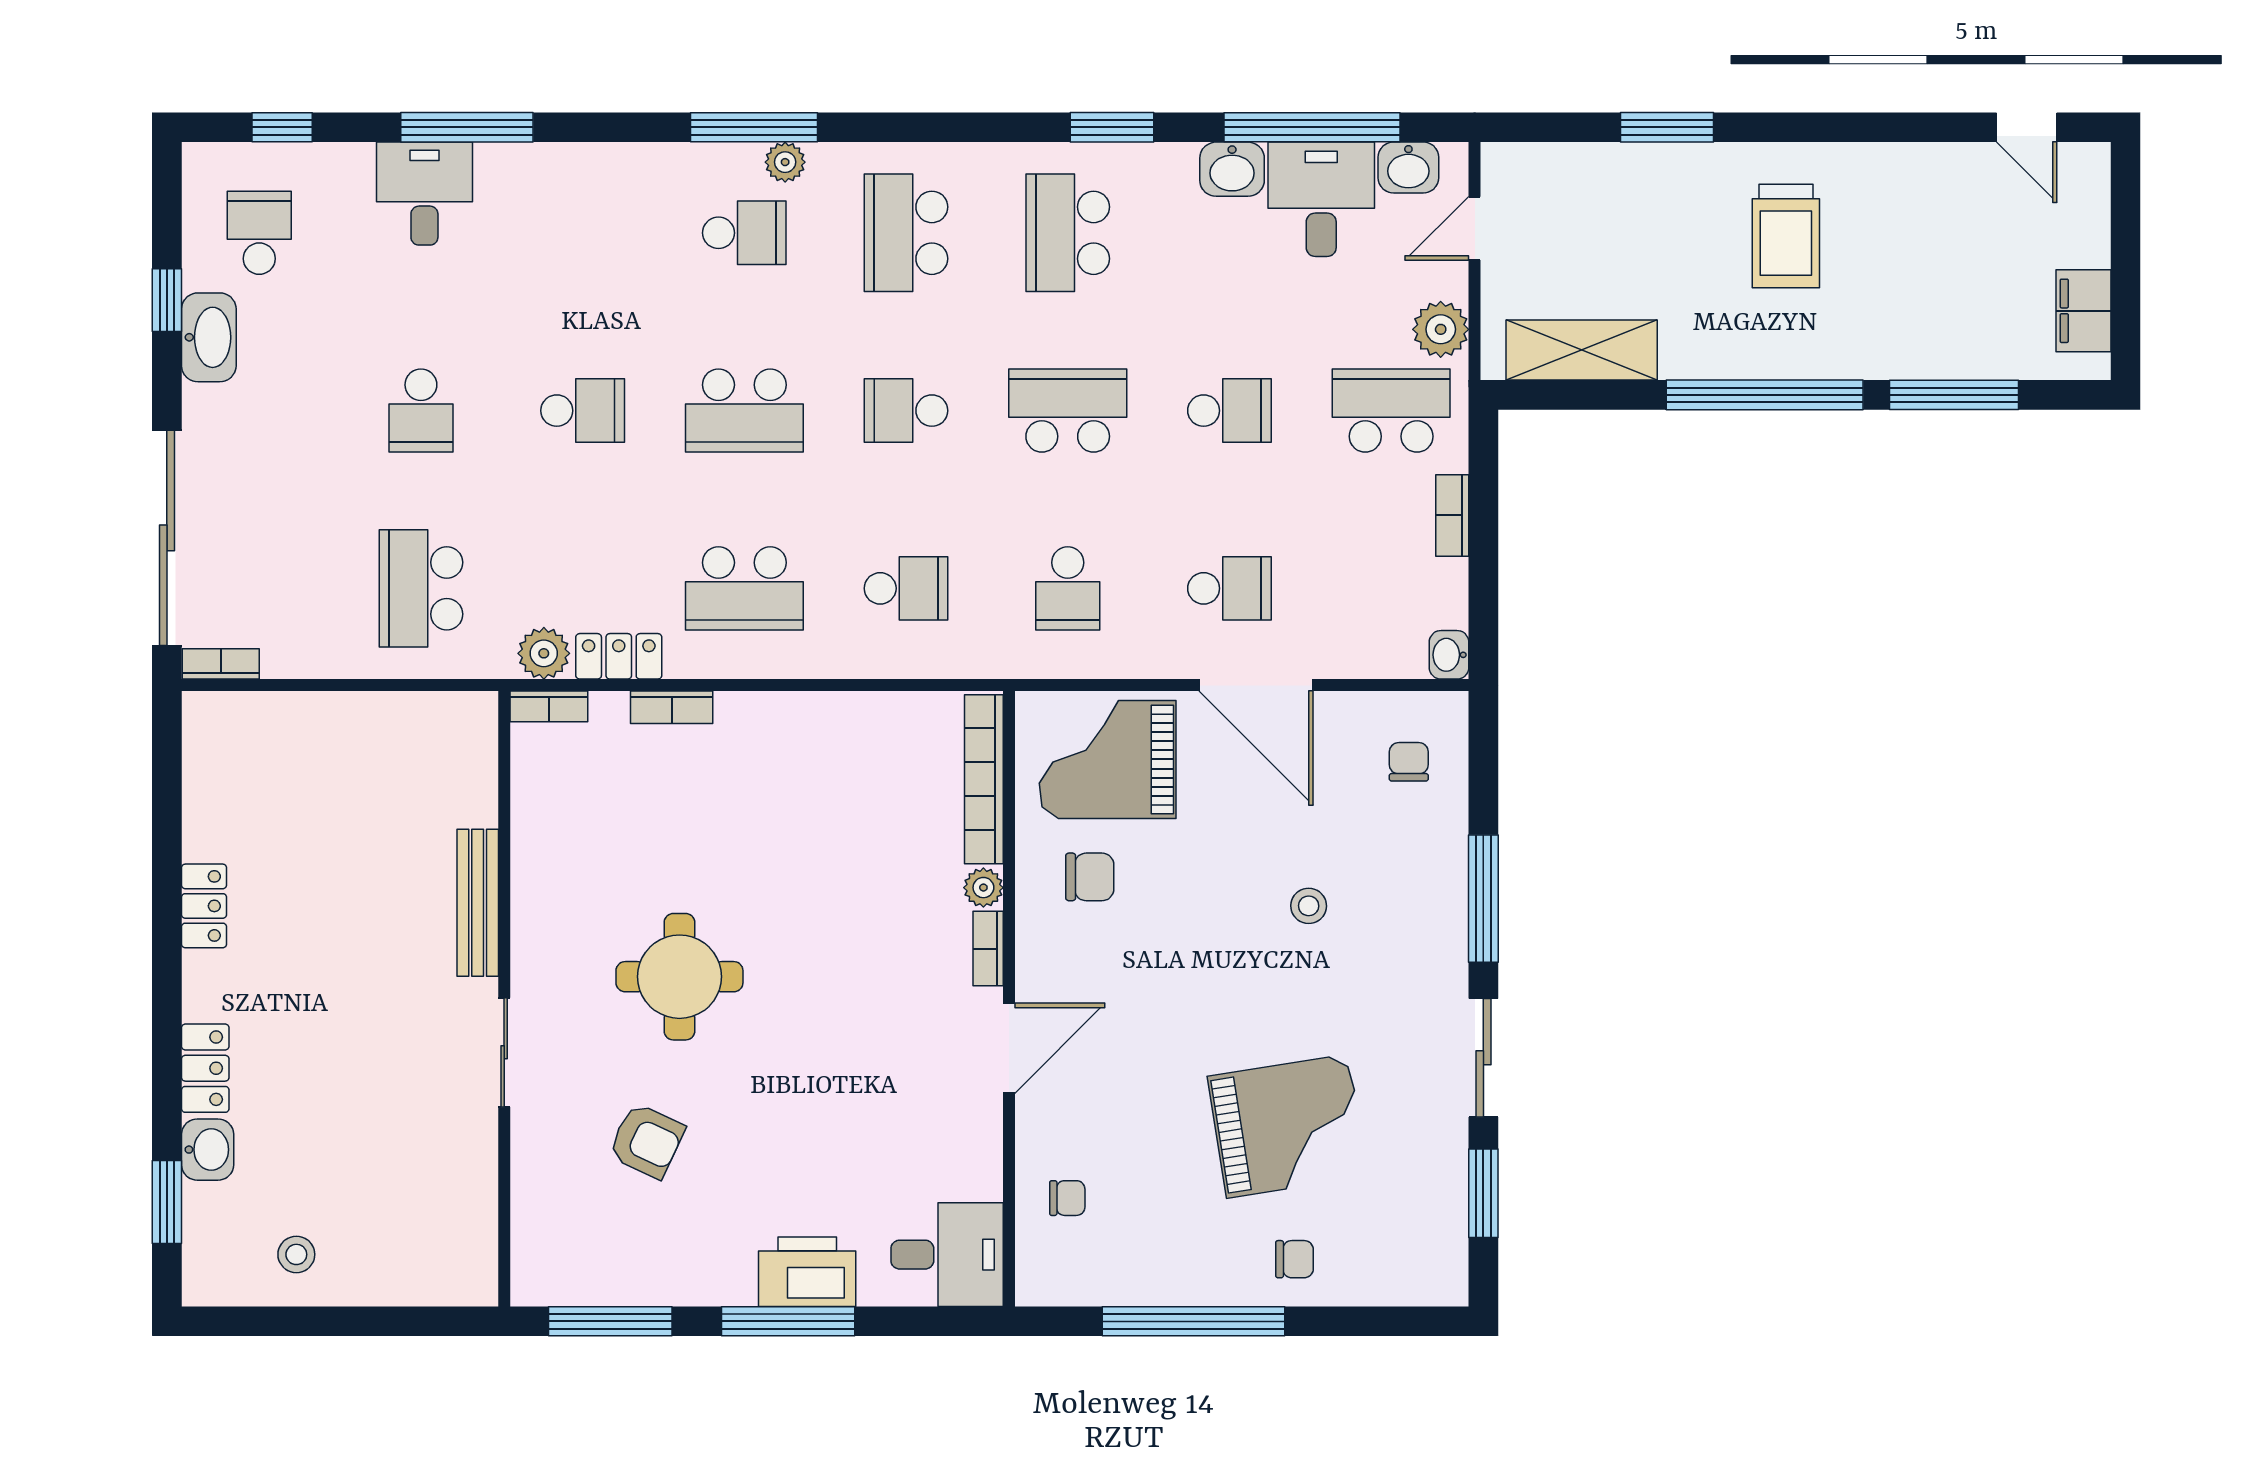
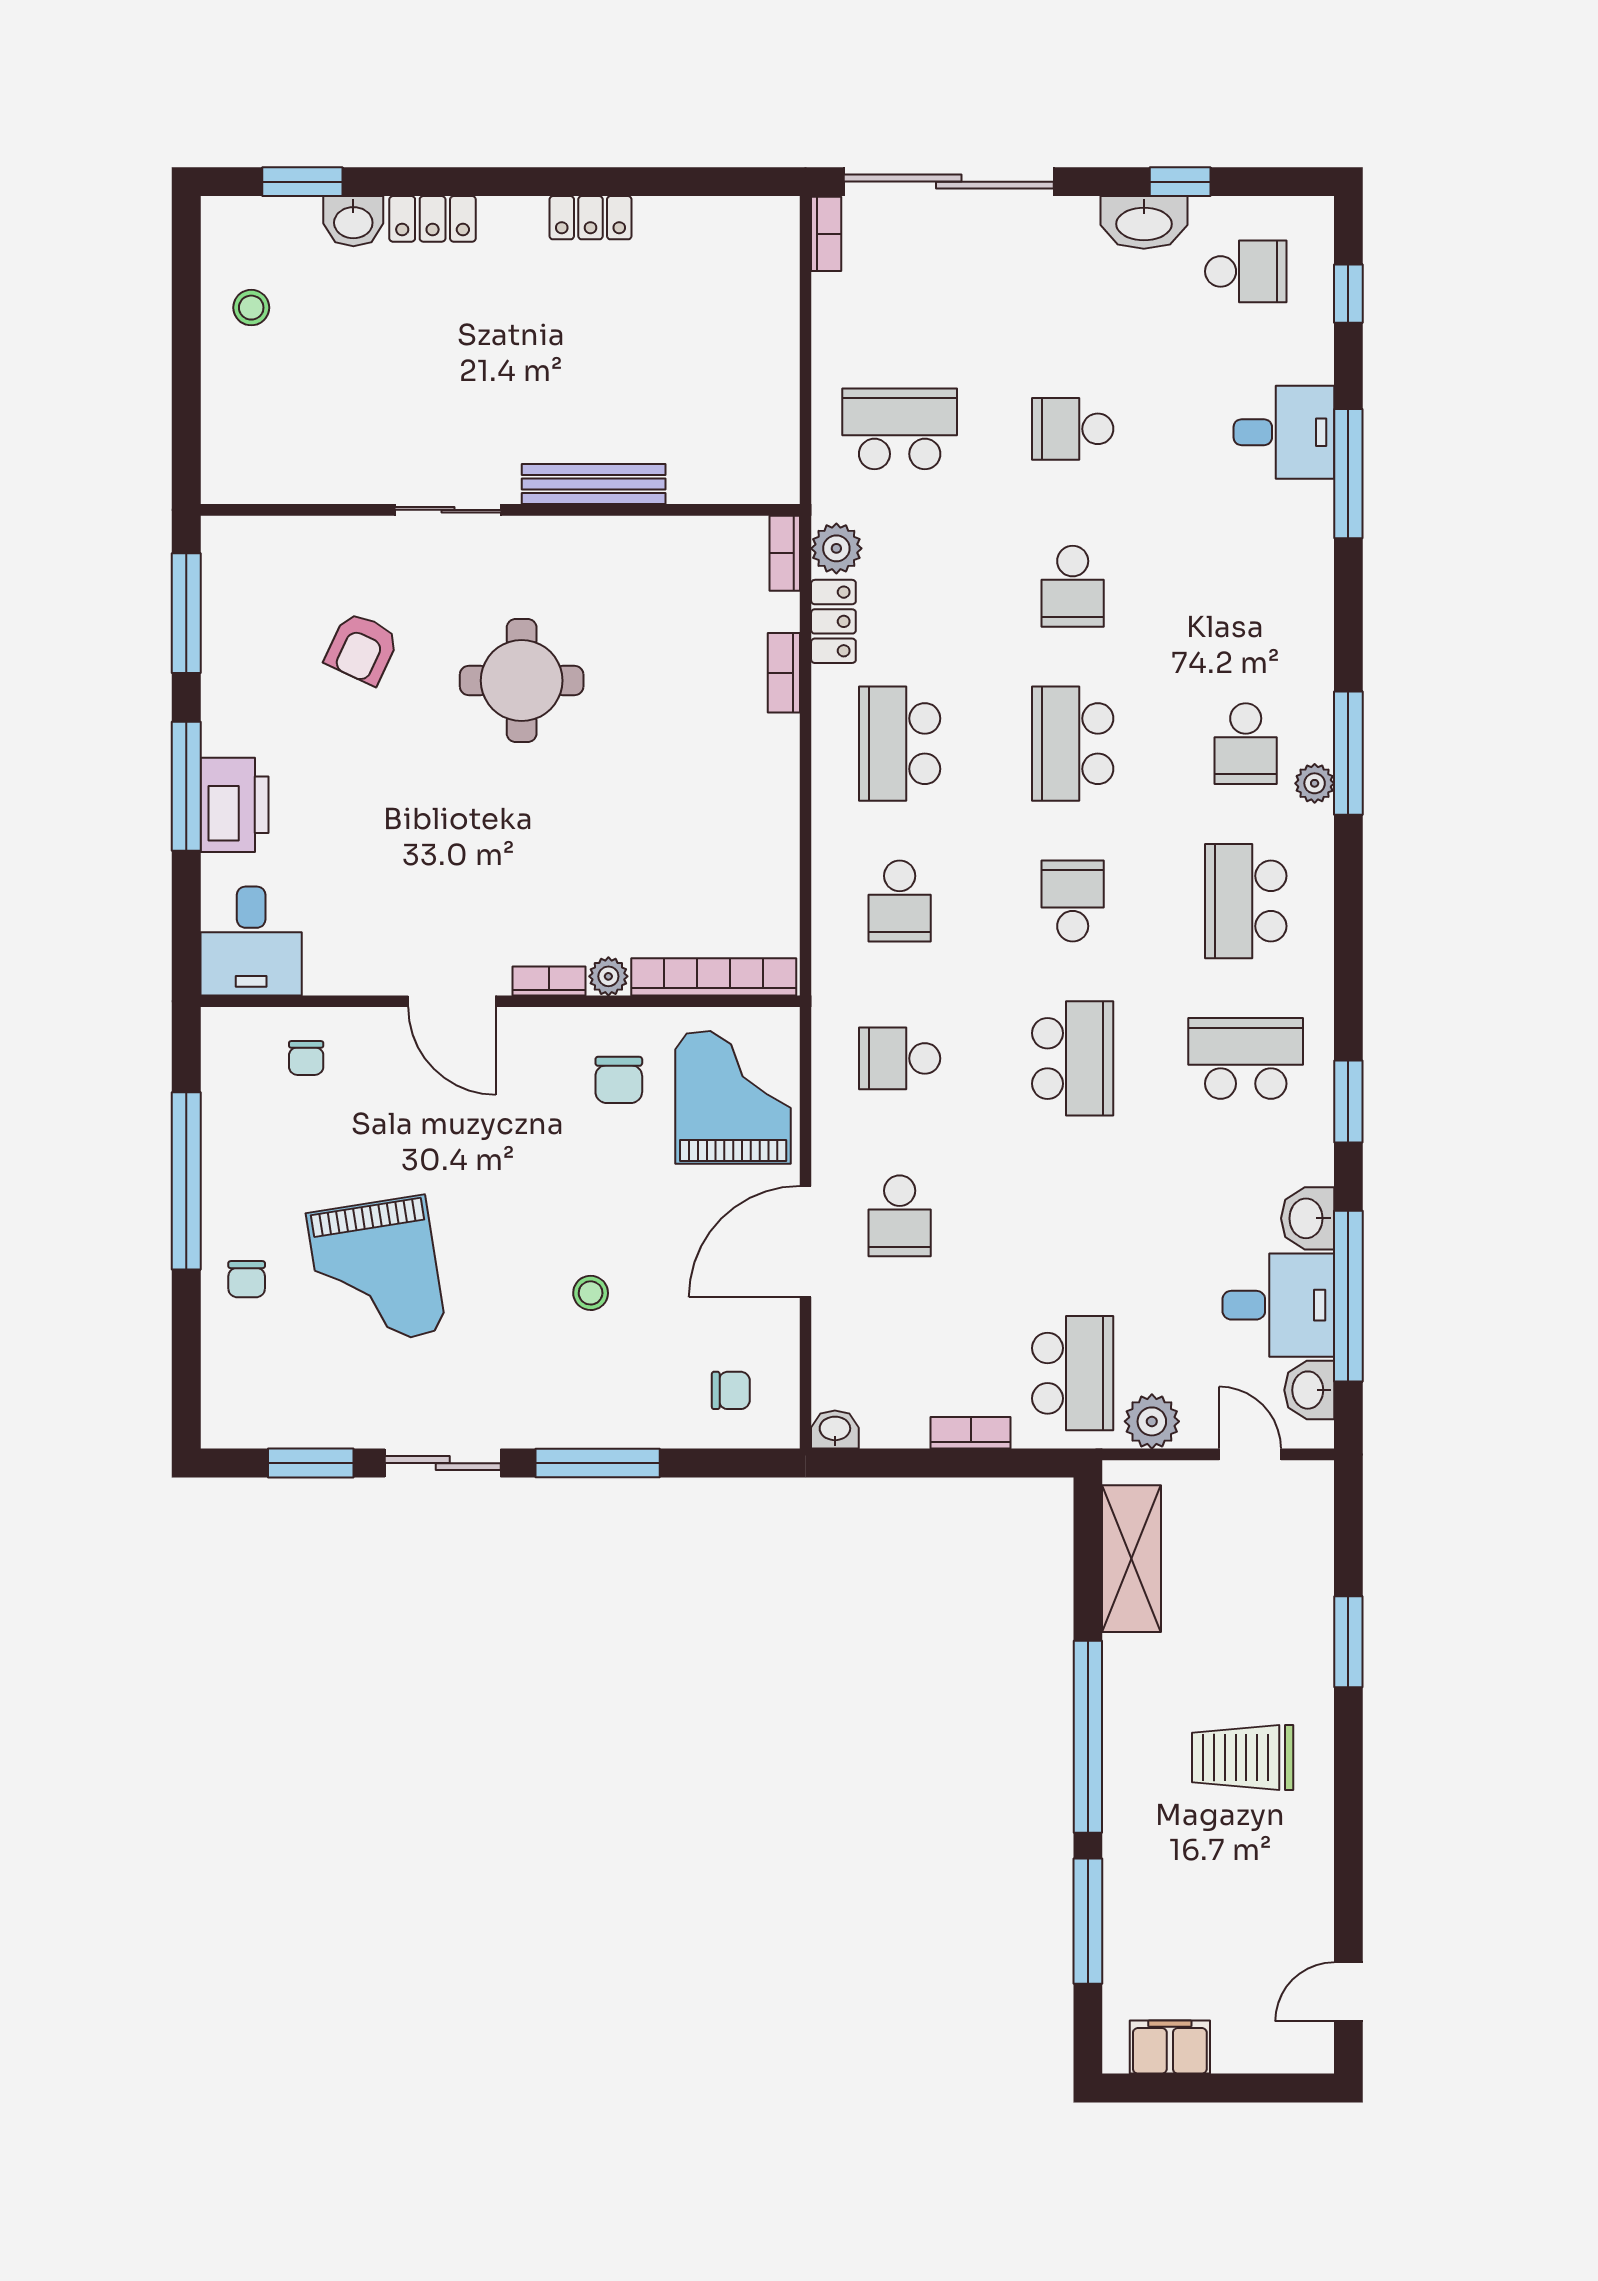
school desk: (906, 233) -> (1246, 901), turned -90
school desk: (1229, 411) -> (1073, 1216), removed

